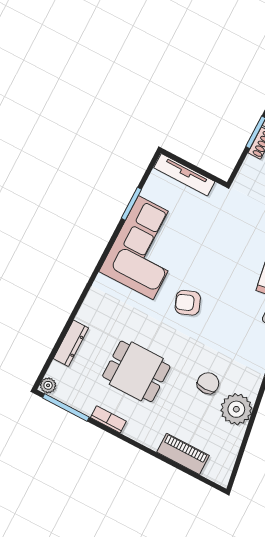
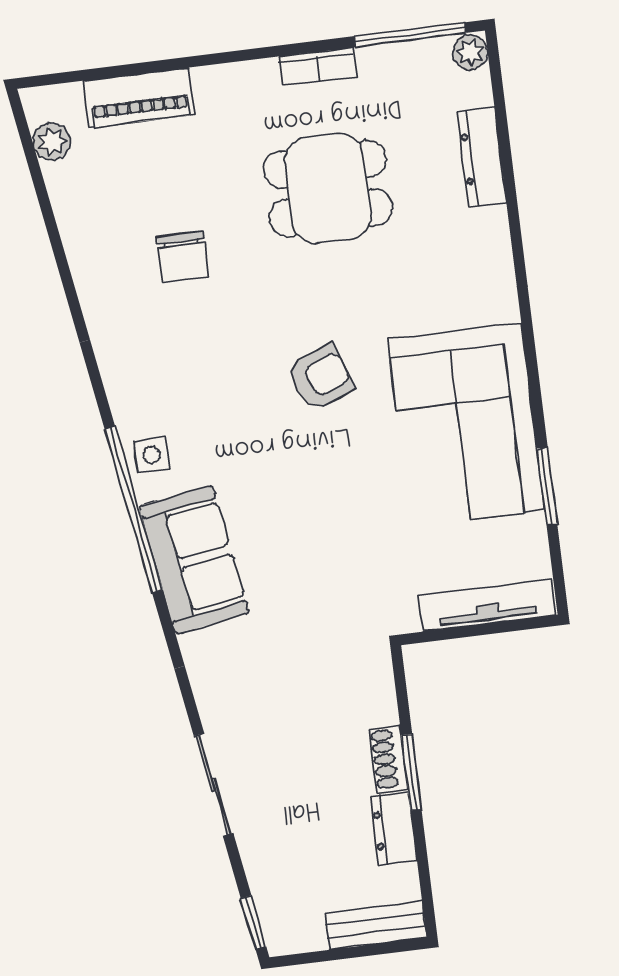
plant: (236, 409) -> (52, 141), moved, width x0.53, depth x0.53

